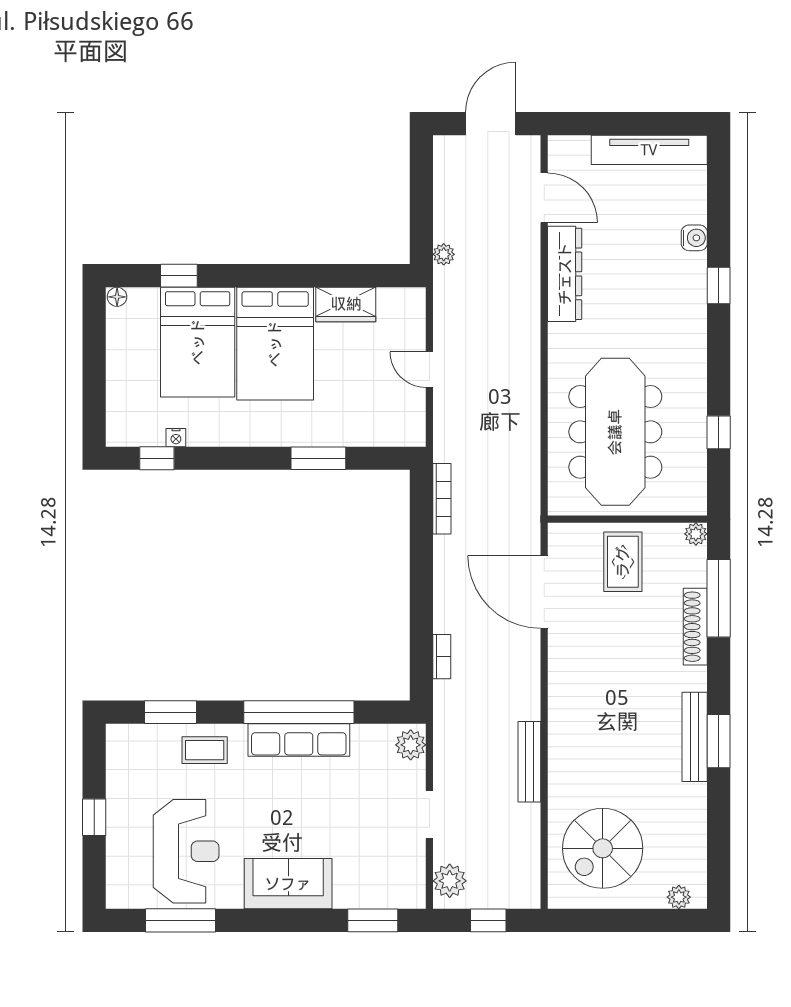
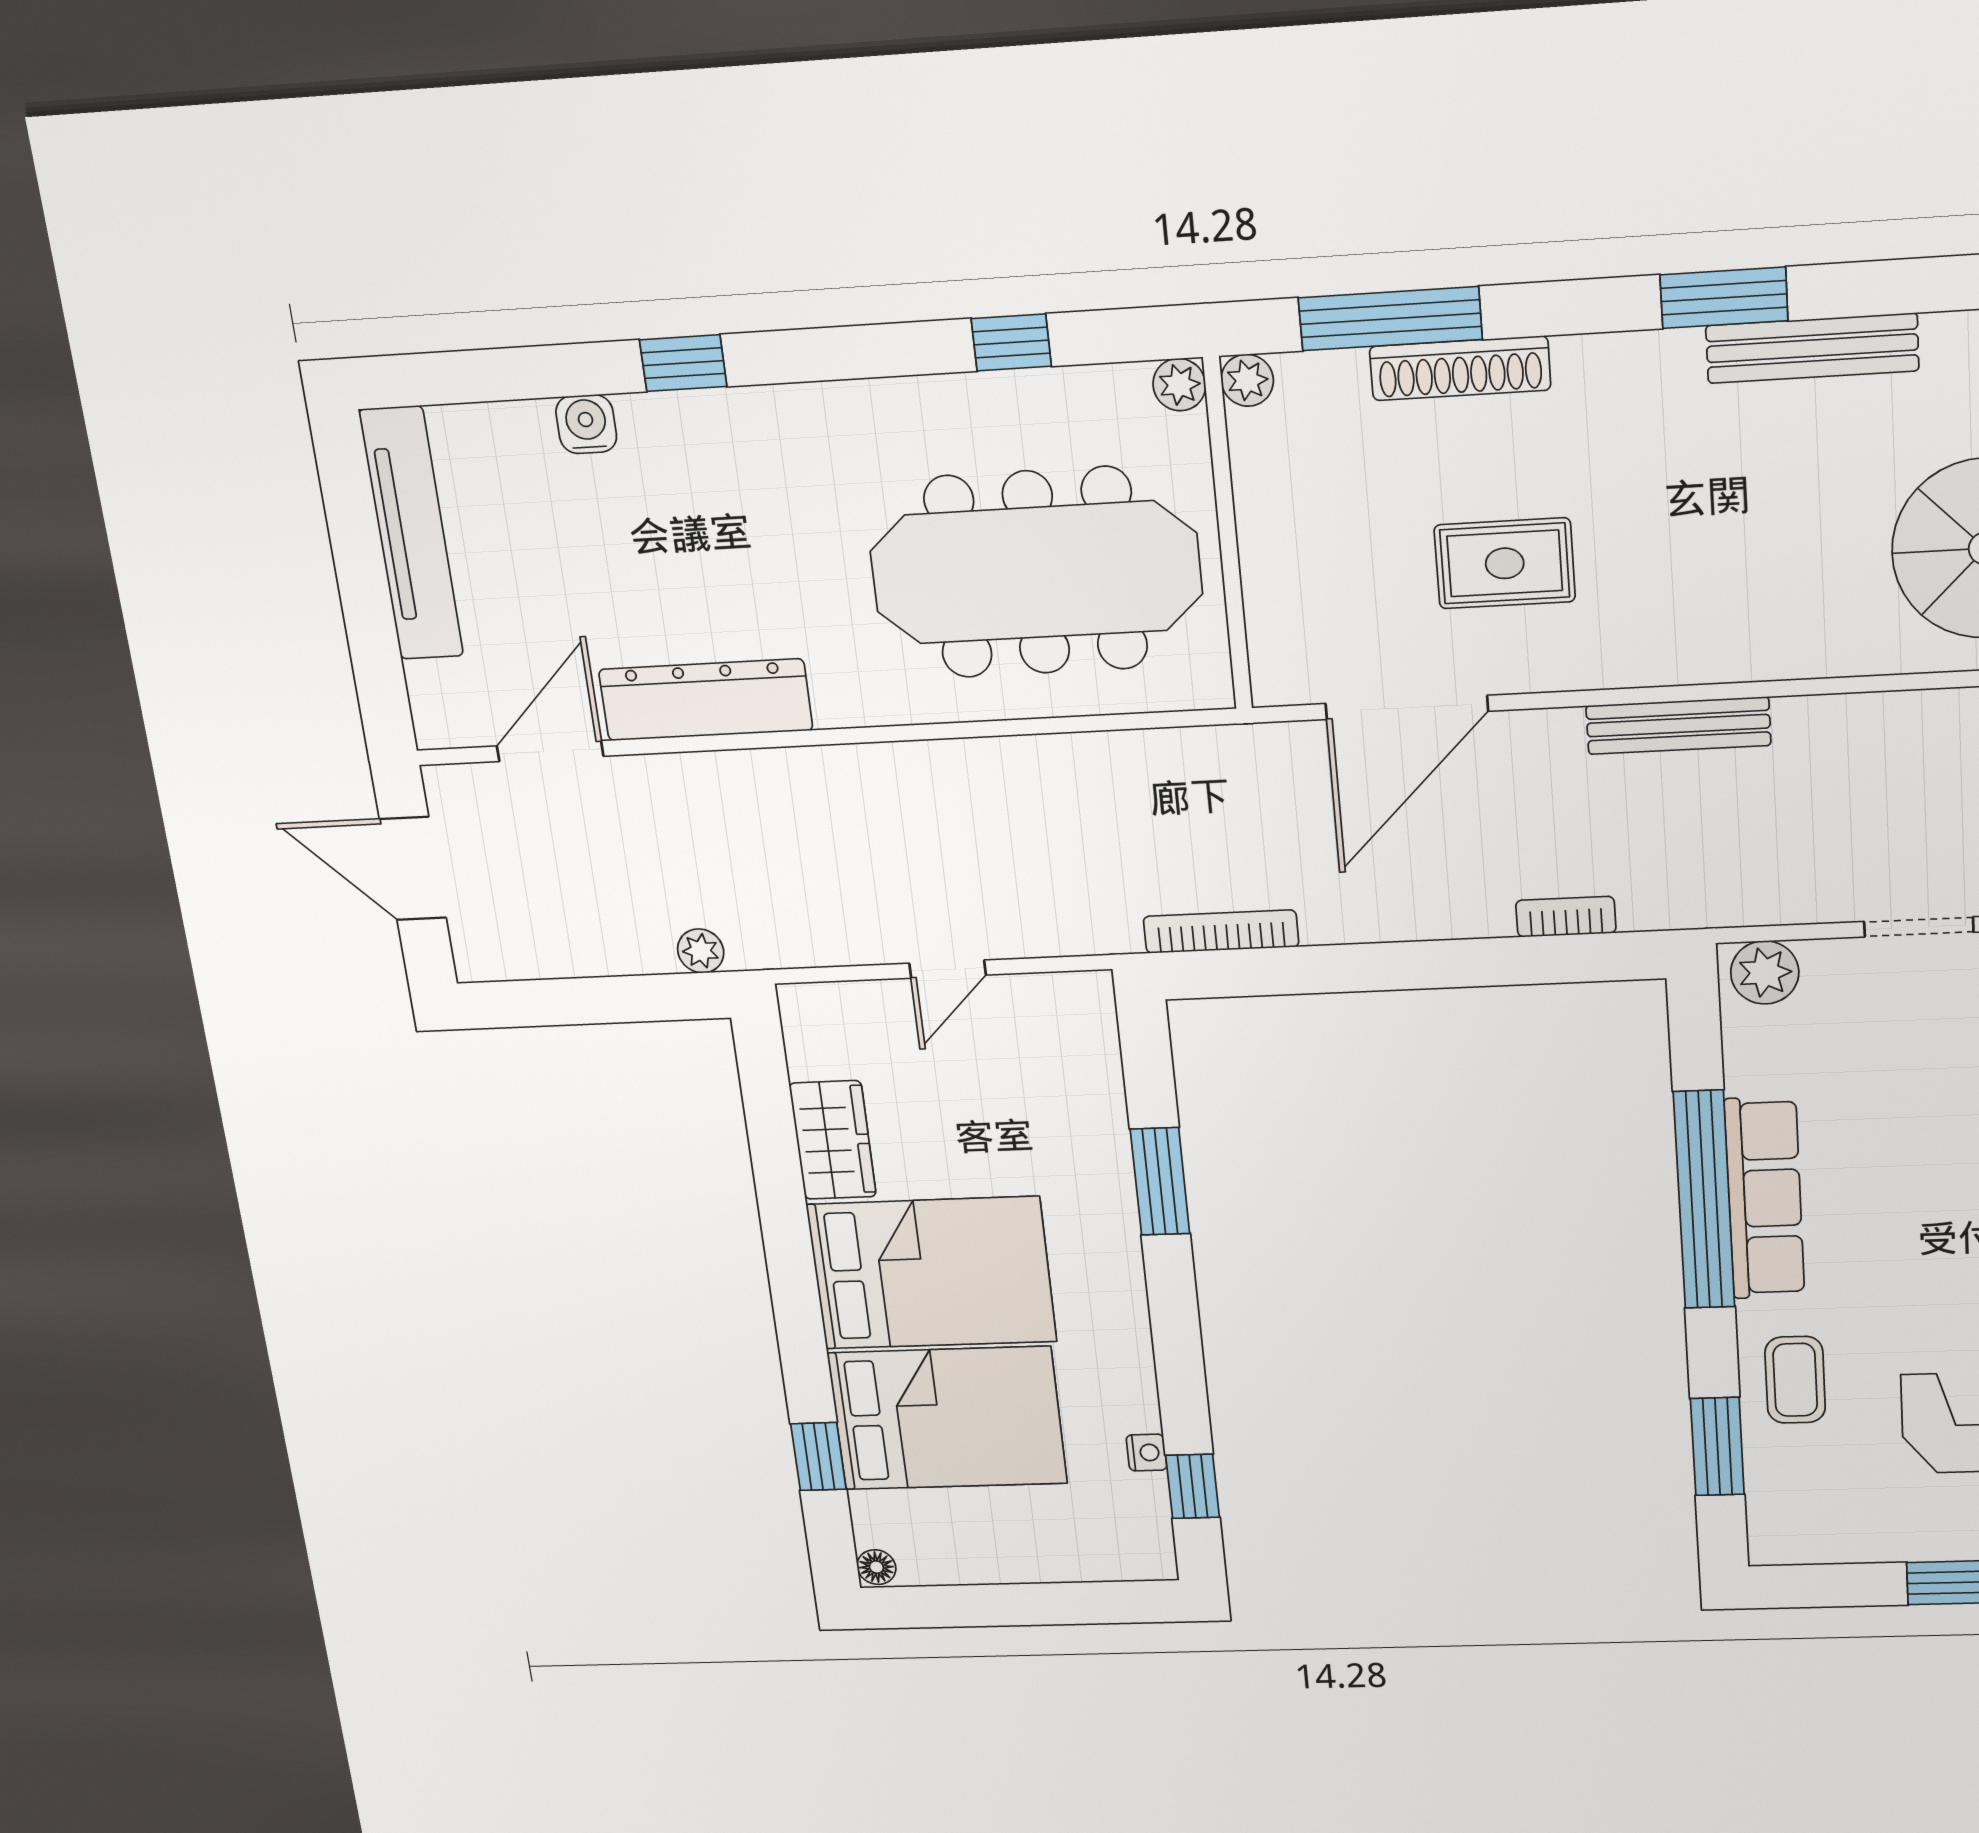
plant: (696, 504) -> (1179, 385), added
rug: (623, 562) -> (1505, 563), moved
bench: (695, 737) -> (1812, 348), moved
bench: (529, 762) -> (1678, 726), moved

